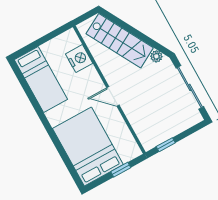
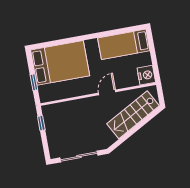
plant: (156, 56) -> (111, 139), removed
nightstand: (79, 59) -> (146, 75), moved, turned -90
door: (113, 96) -> (107, 92), moved

